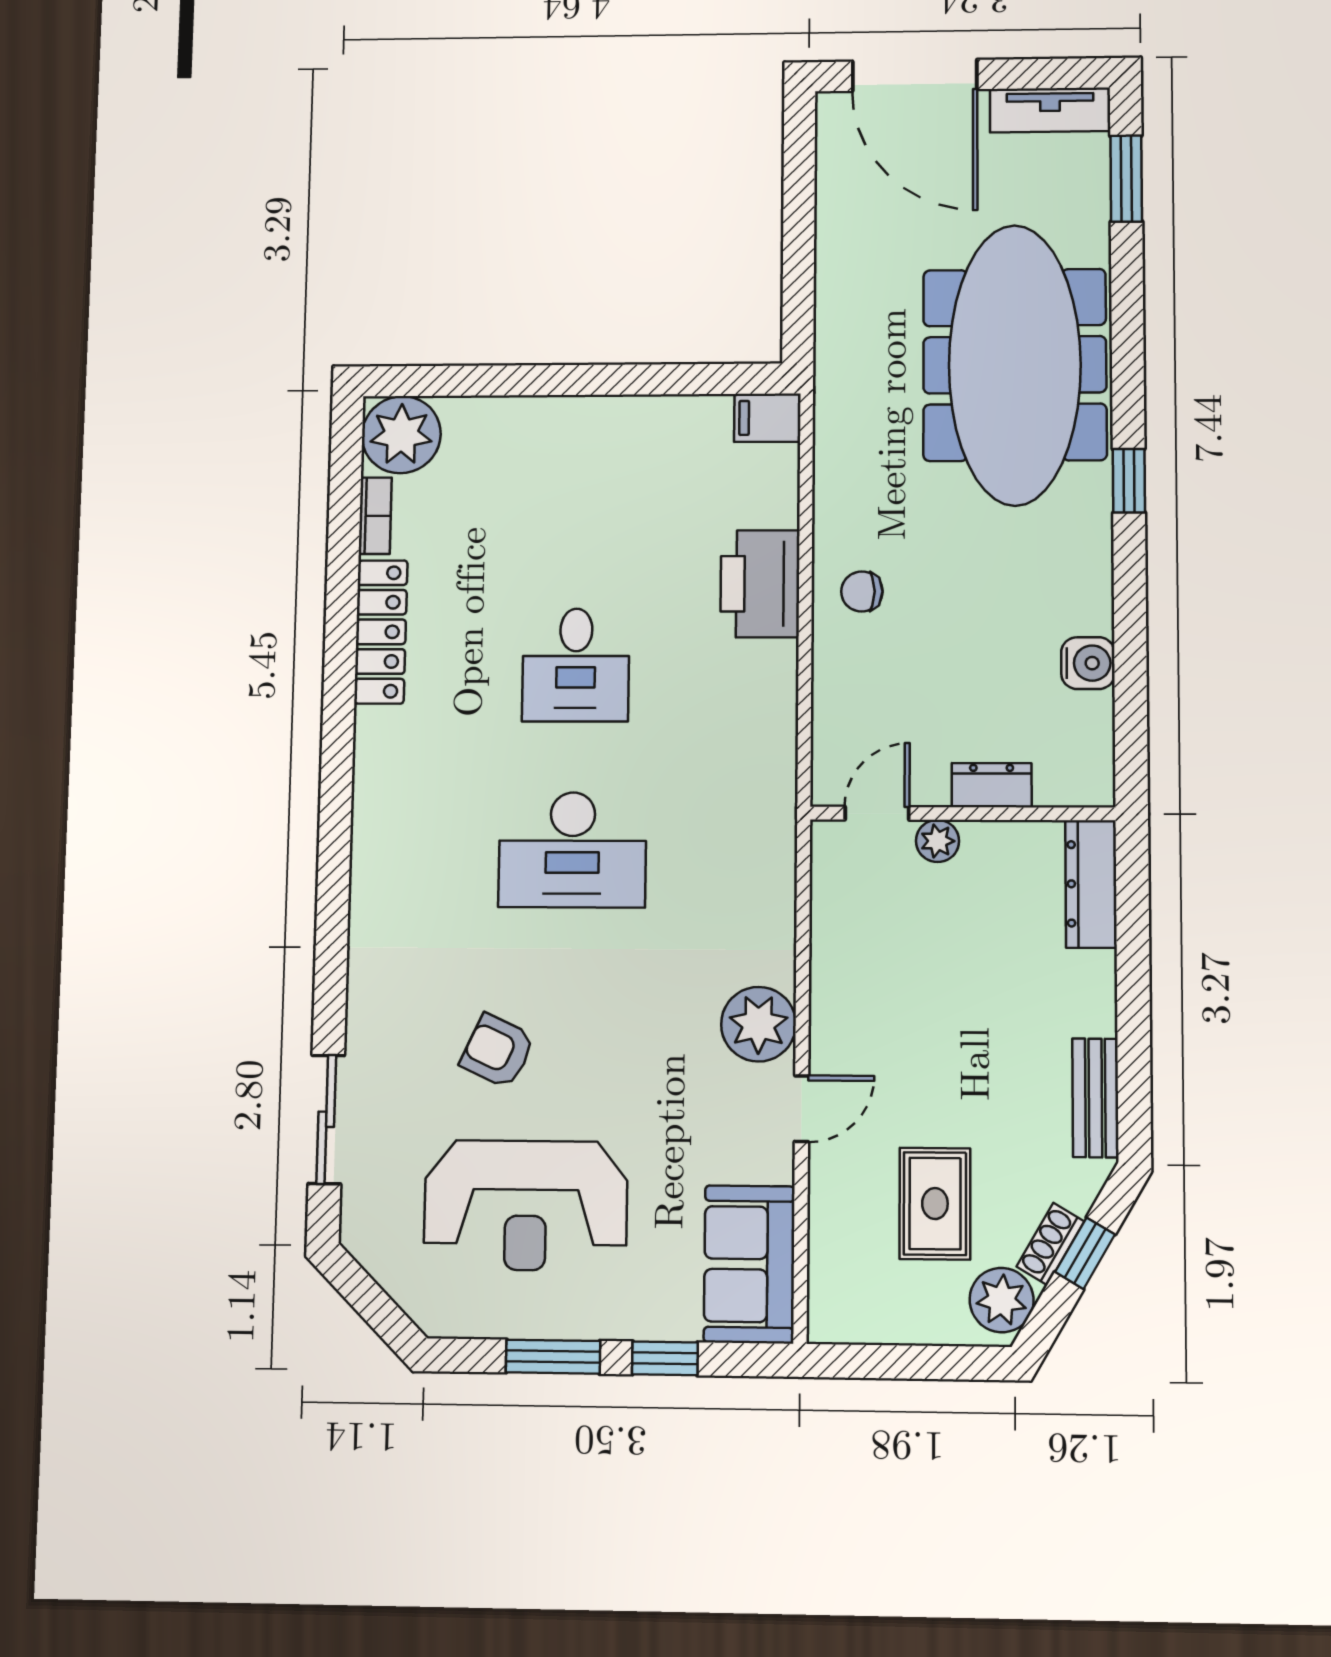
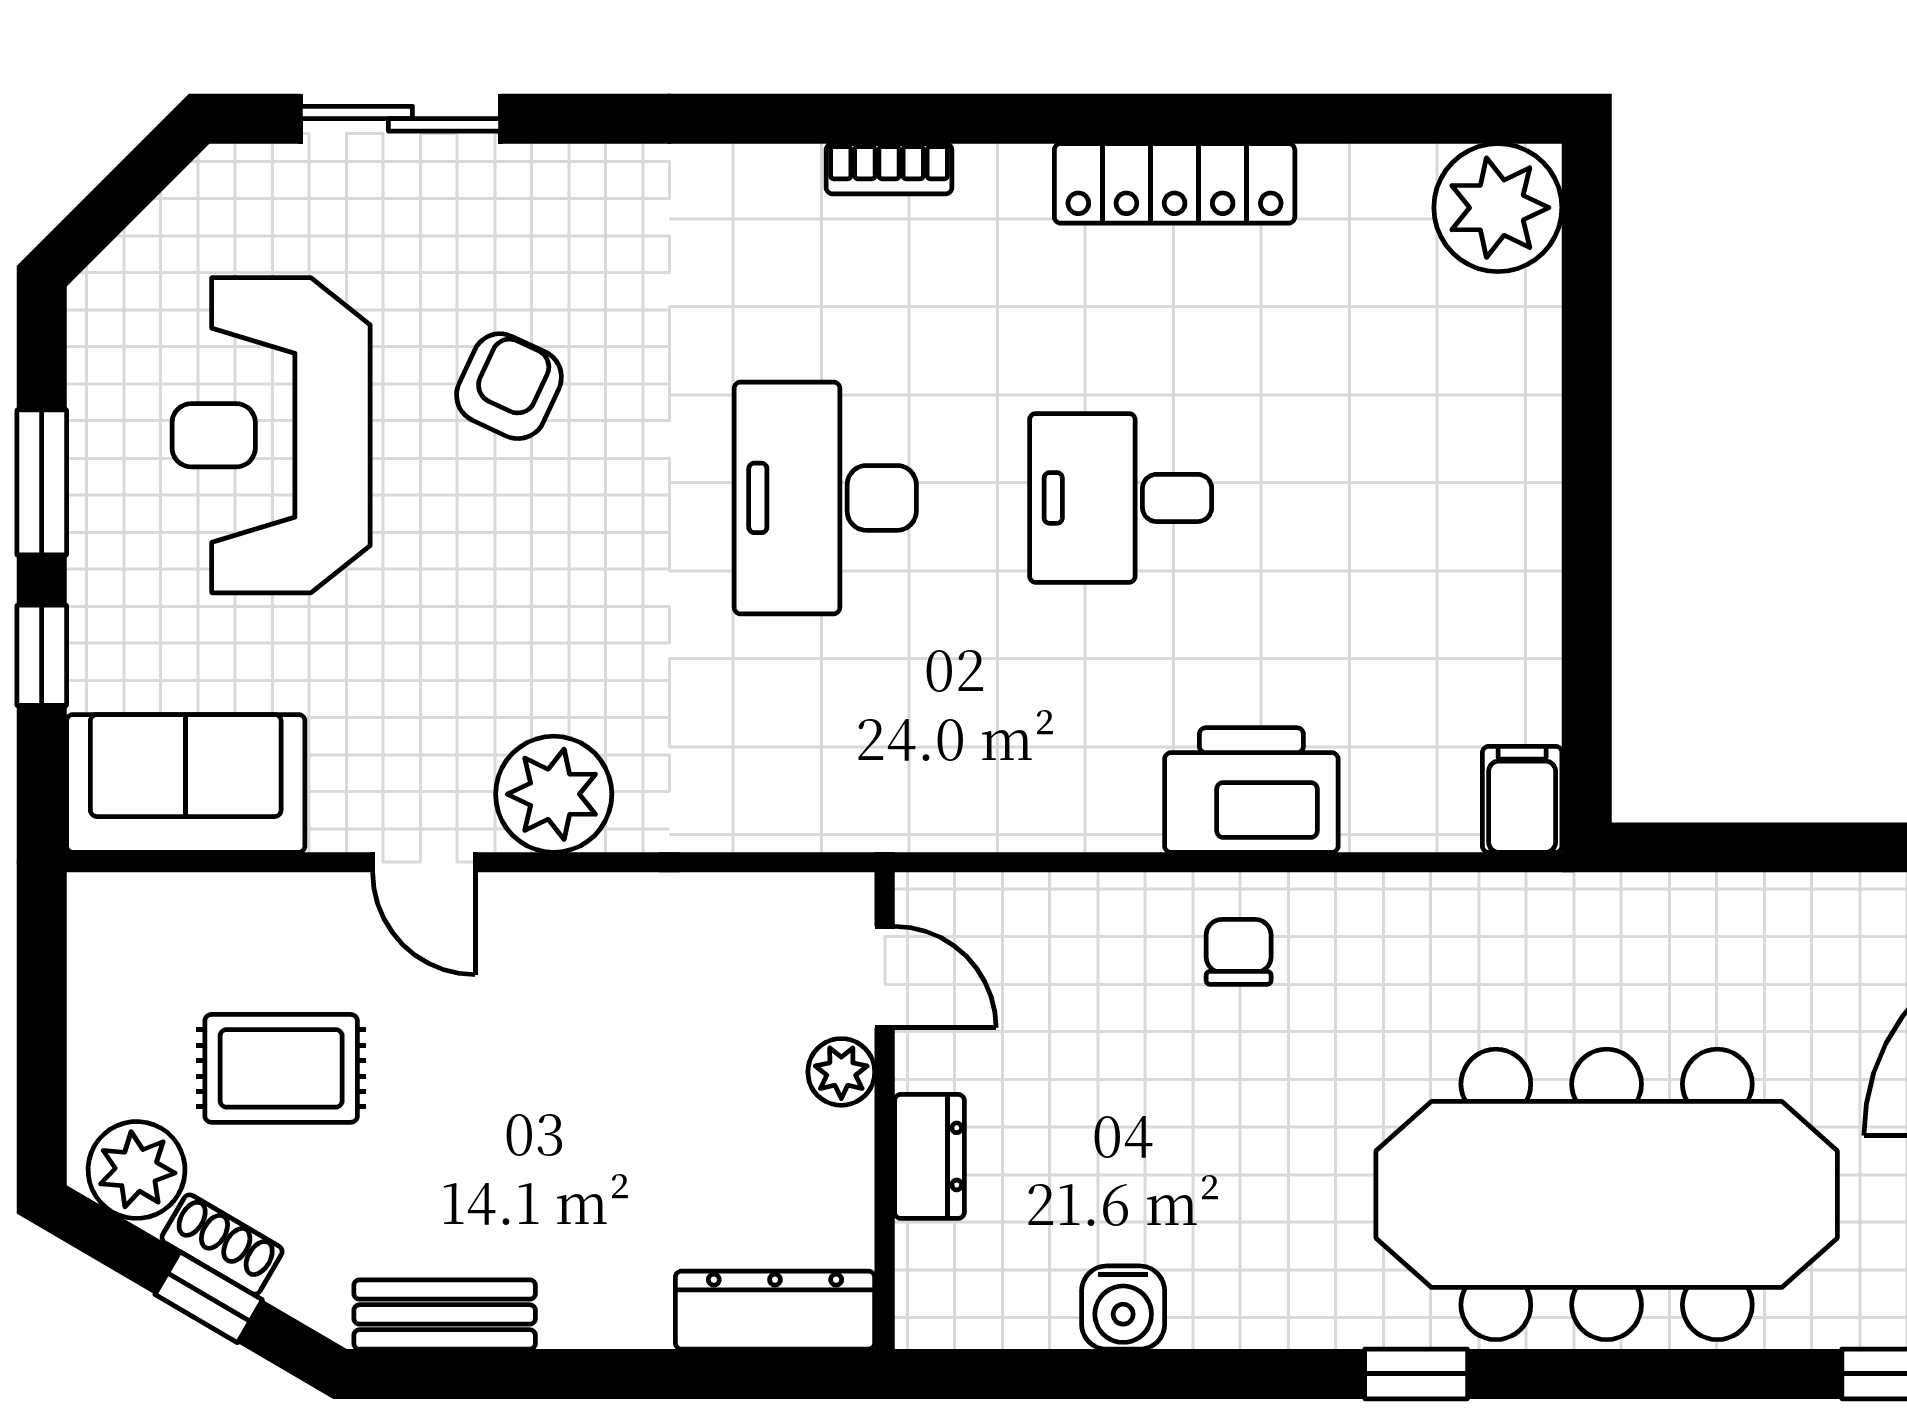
bookcase: (375, 516) -> (889, 169), moved

